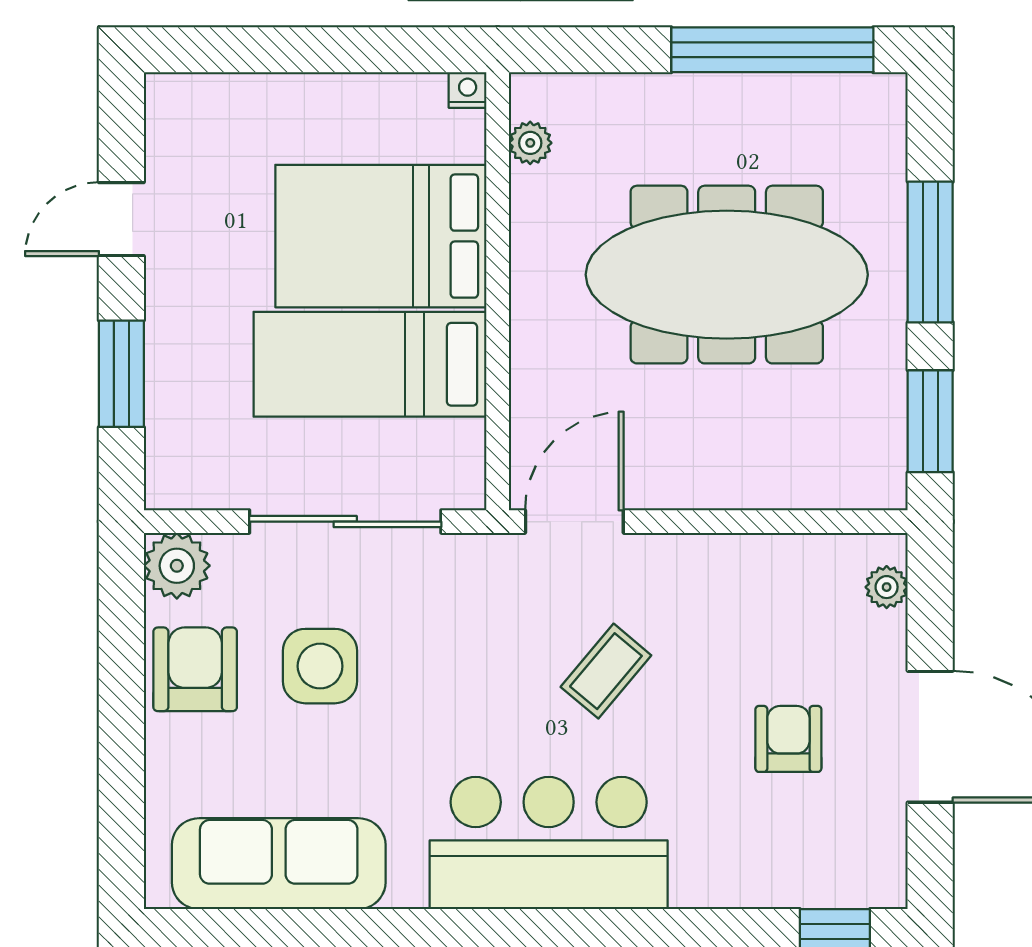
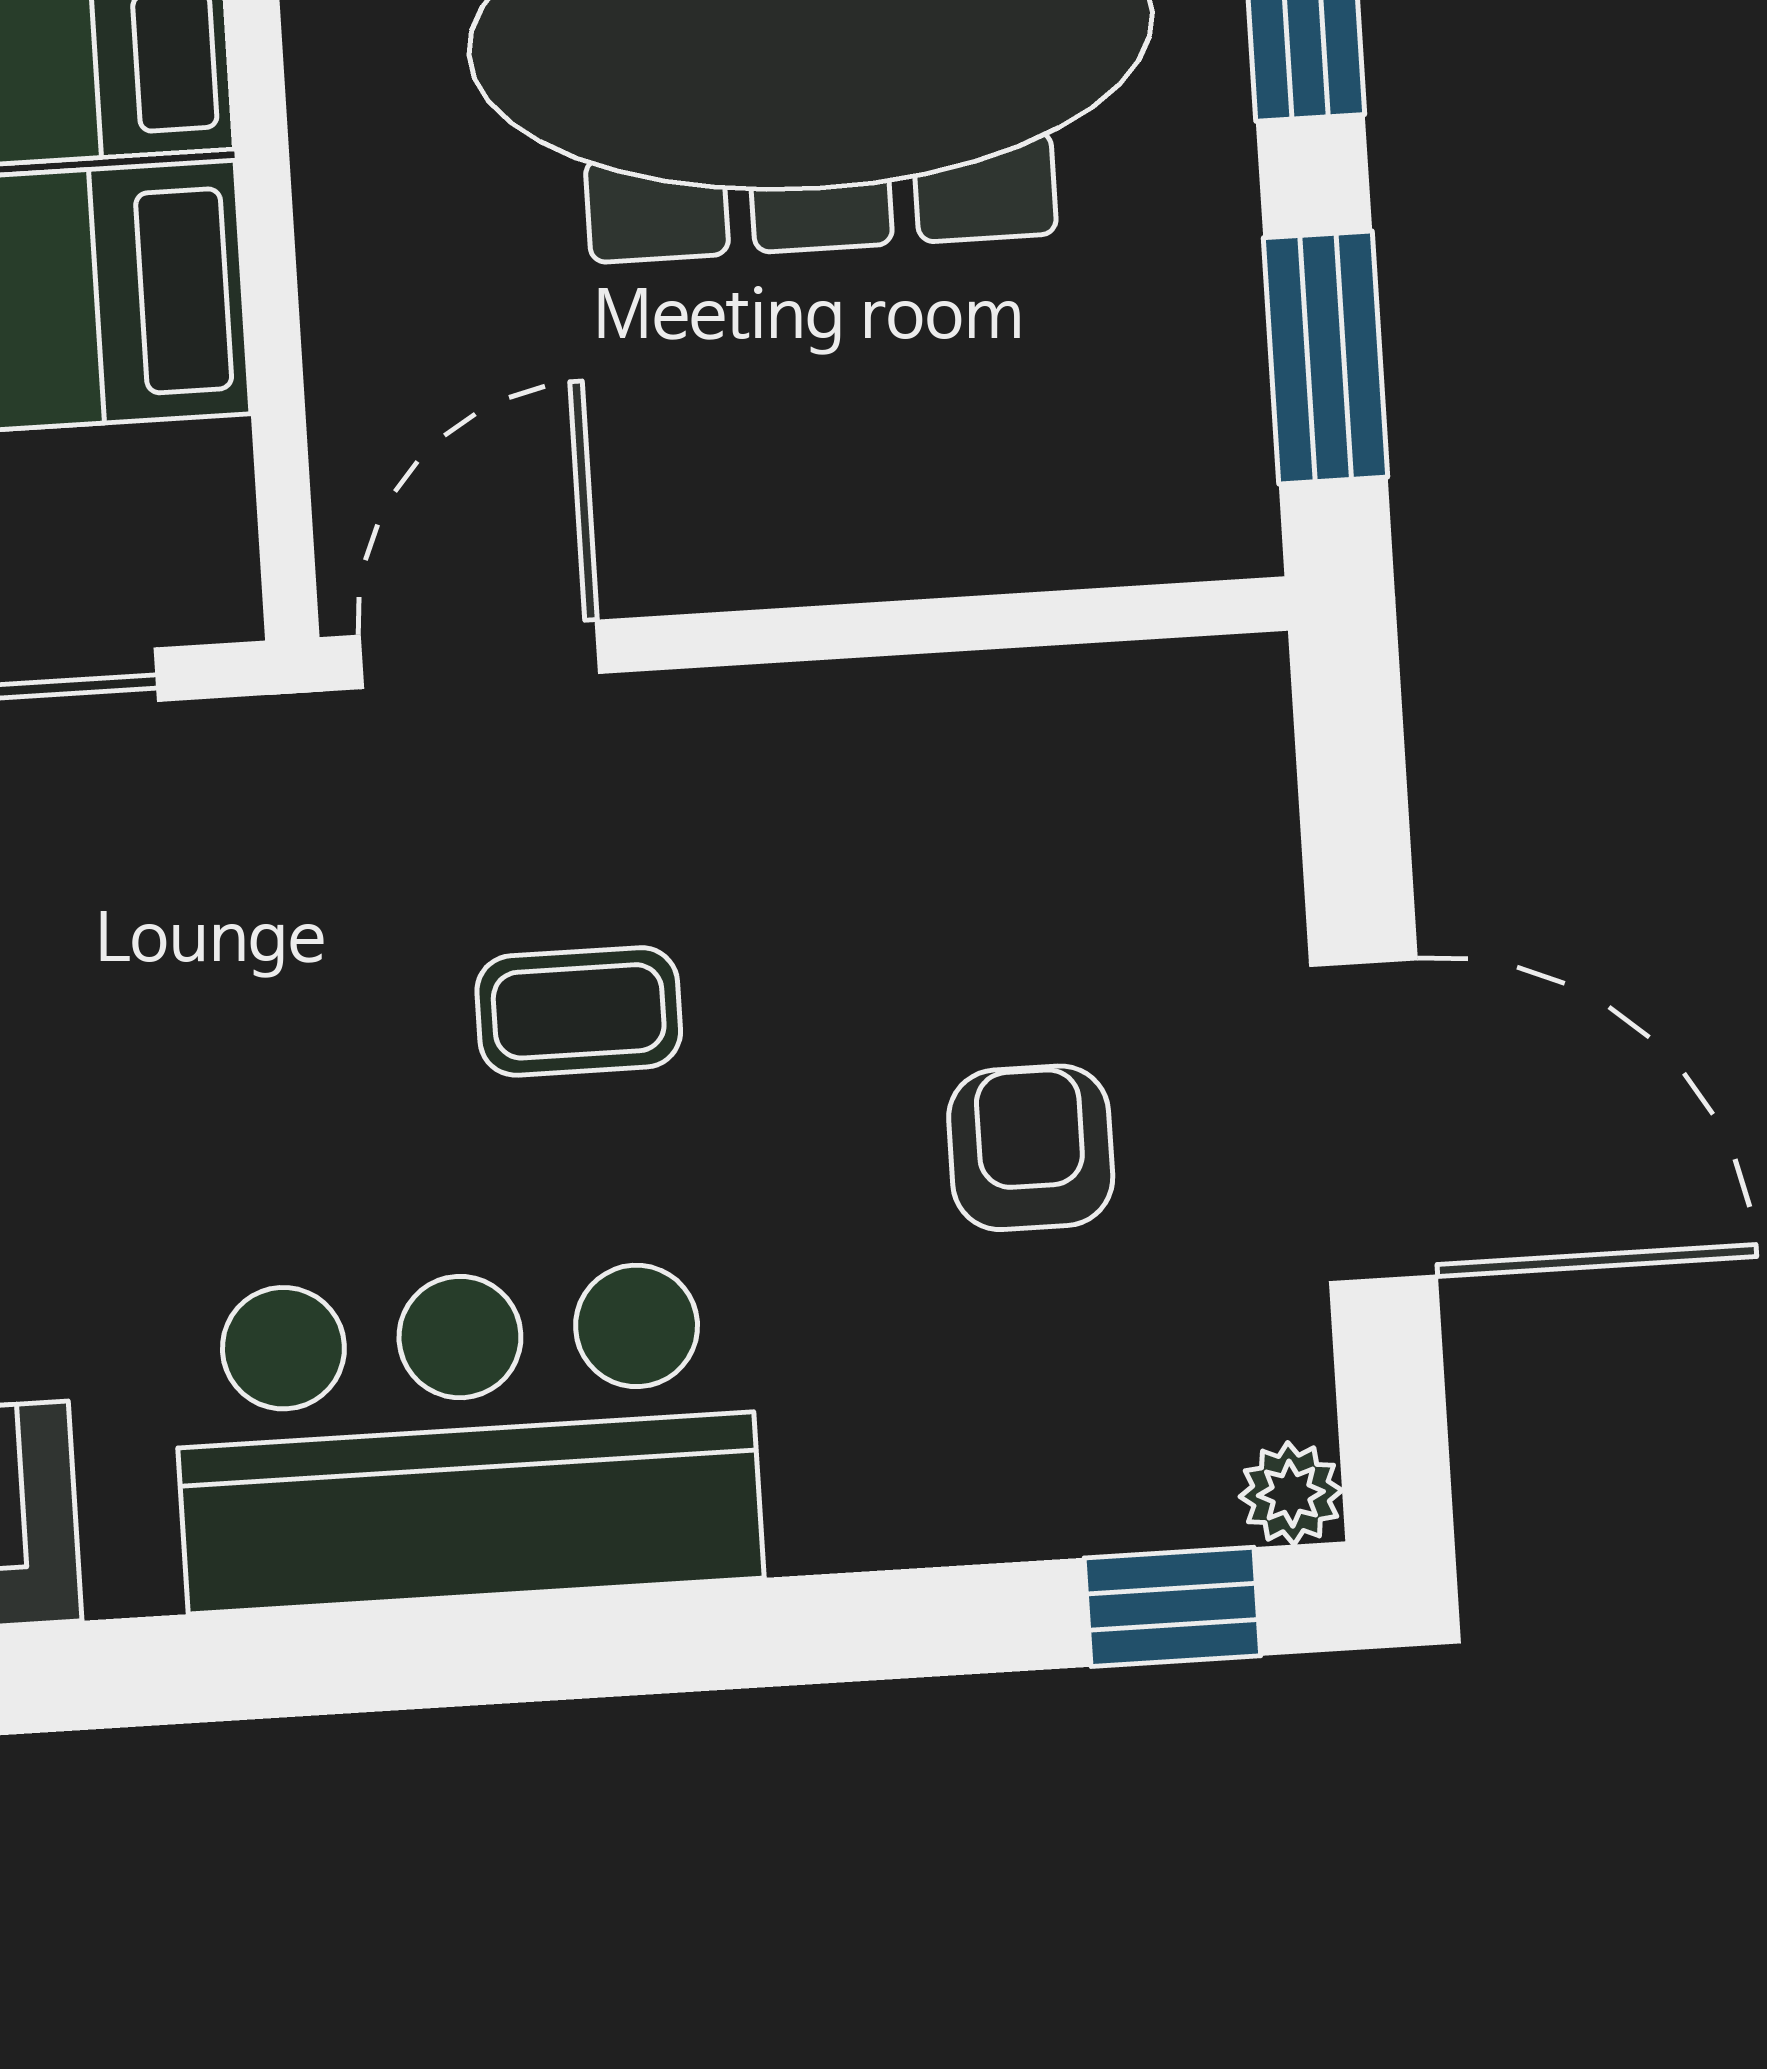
plant: (887, 587) -> (1291, 1494), moved
coffee table: (606, 671) -> (579, 1011), turned 50

